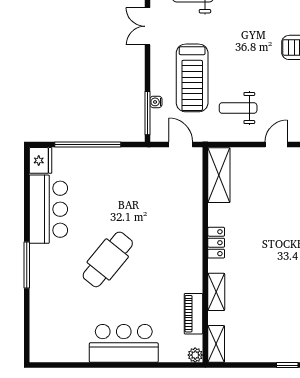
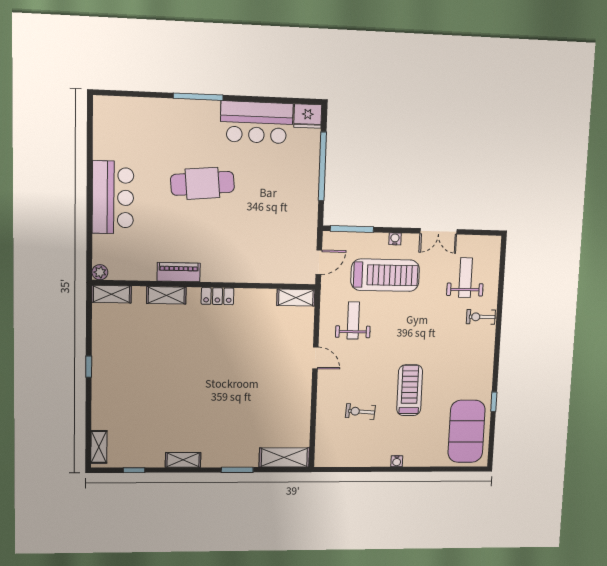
double door: (147, 26) -> (438, 231), swing flipped
treadmill: (192, 78) -> (385, 275), turned 180
water cooler: (156, 102) -> (395, 239), moved
shelving: (219, 175) -> (296, 298), width x0.67, depth x0.75
cafe table: (108, 259) -> (202, 183), turned -44
piano: (193, 314) -> (179, 272), moved

